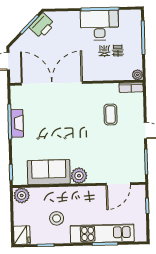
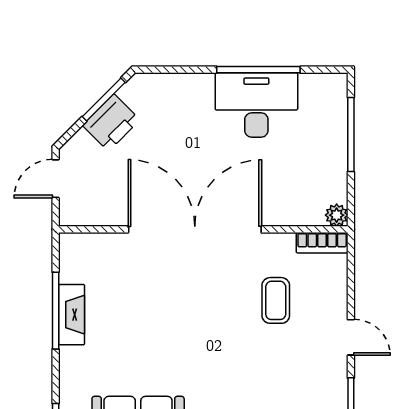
printer: (42, 26) -> (111, 123), moved
double door: (52, 83) -> (195, 229), moved

